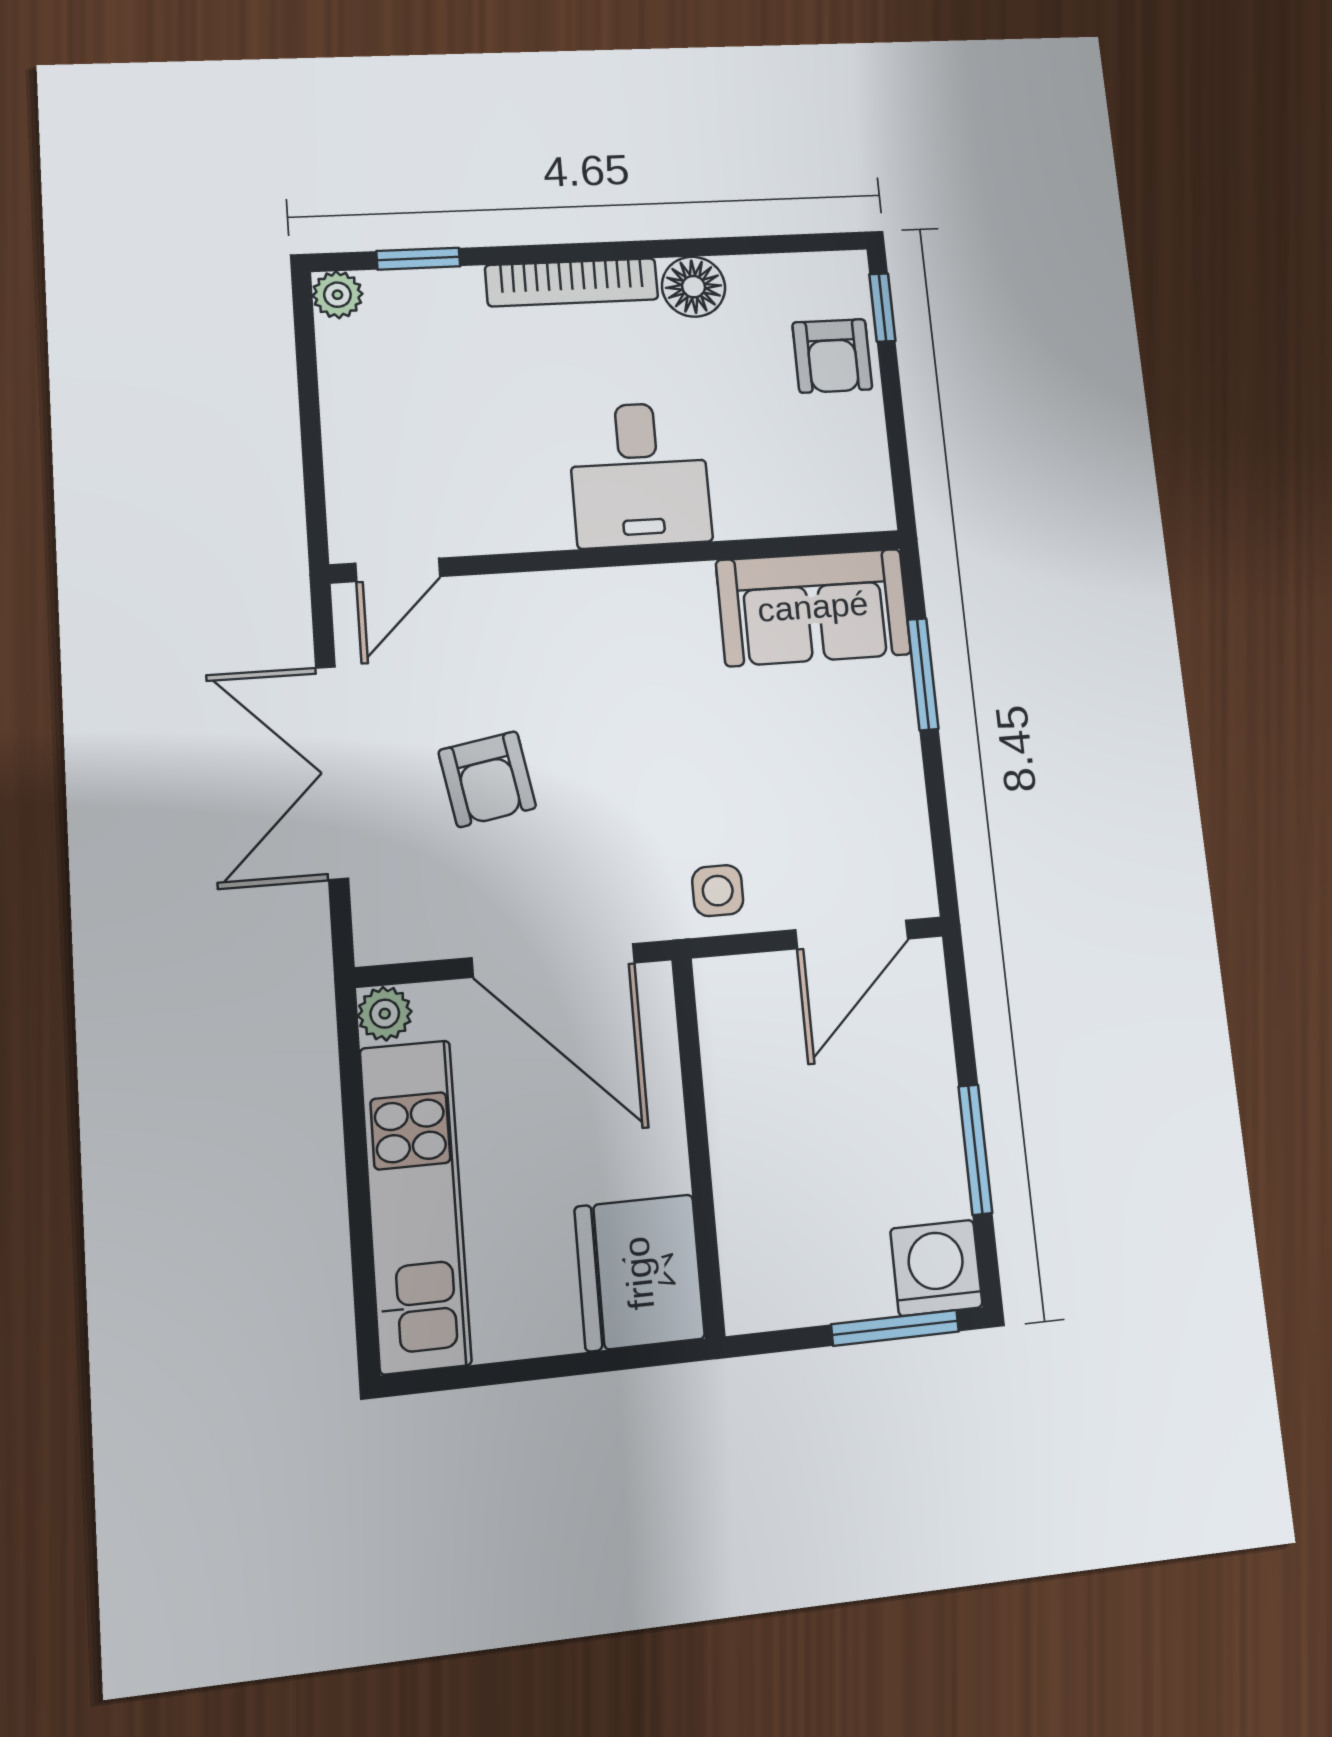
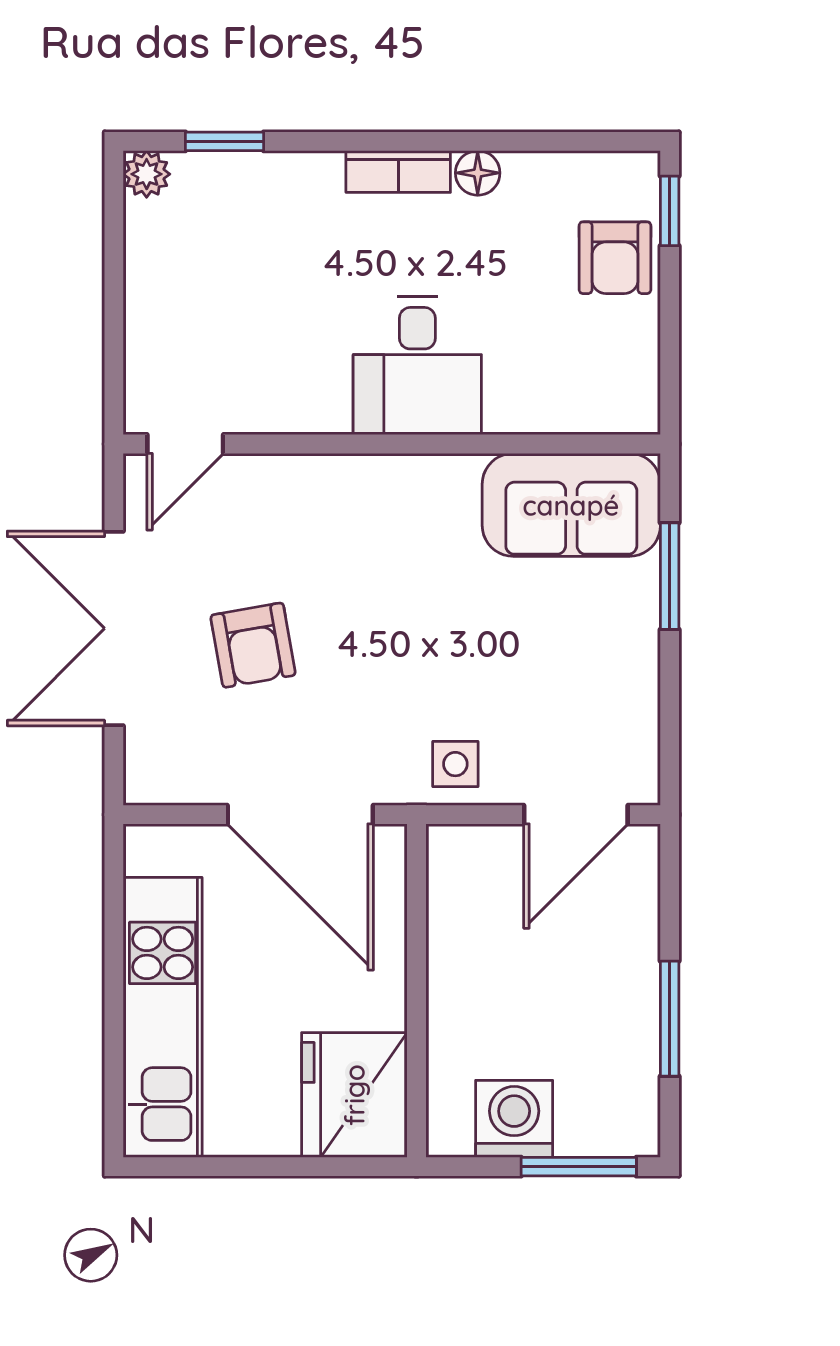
bookcase: (572, 282) -> (398, 172), width x0.64
floor lamp: (694, 287) -> (478, 173), width x0.73, depth x0.73
plant: (385, 1014) -> (147, 849), removed
washing machine: (936, 1268) -> (514, 1119), moved

